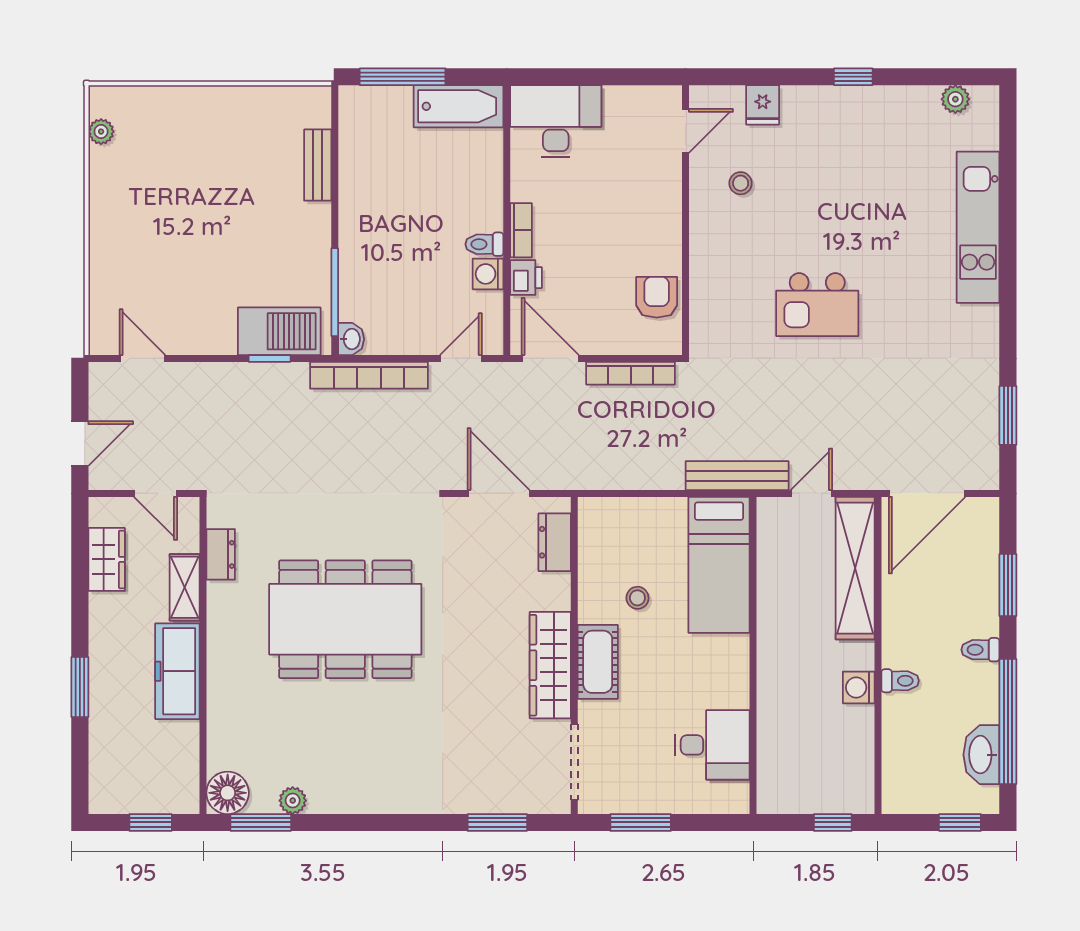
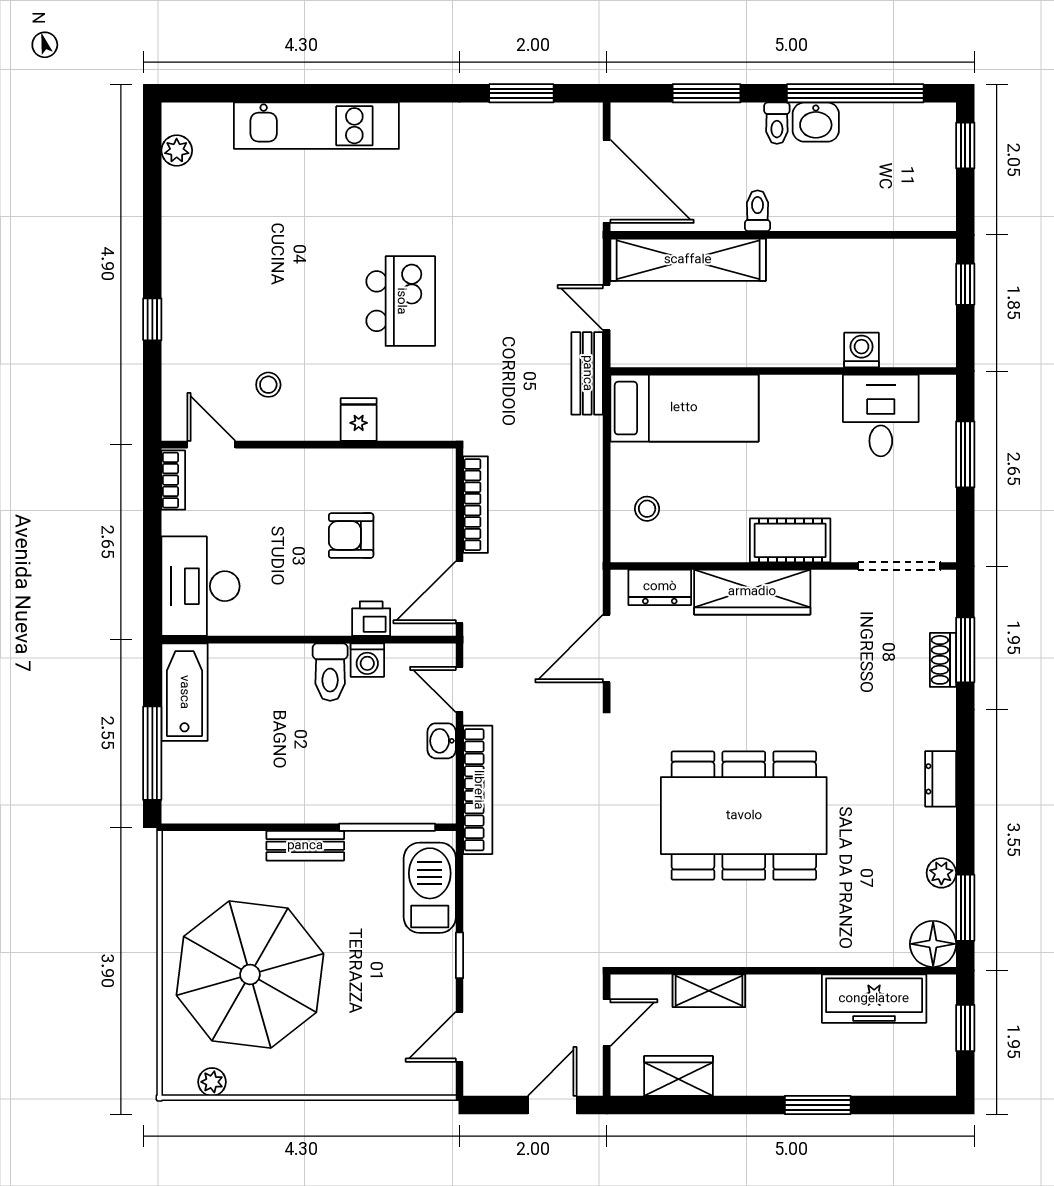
window: (853, 77) -> (152, 319), moved
fridge: (763, 105) -> (359, 419), moved, turned -90
bench: (318, 165) -> (305, 846), moved
parasol: (200, 166) -> (250, 974), added
bookcase: (521, 230) -> (173, 480), moved, turned 90
toilet: (484, 244) -> (330, 672), width x1.37, depth x1.39
armchair: (657, 297) -> (351, 536), moved
washbasin: (351, 339) -> (442, 741), moved, turned -90
window: (270, 358) -> (459, 955), moved
door: (80, 444) -> (552, 1105), hinge flipped
bench: (737, 476) -> (587, 373), width x0.73
dresser: (221, 554) -> (941, 779), moved, turned -90
stool: (637, 598) -> (647, 509), moved
dining table: (345, 619) -> (744, 816), turned 90
wardrobe: (550, 665) -> (752, 592), moved
freezer: (177, 671) -> (874, 999), moved
toilet: (900, 681) -> (758, 211), moved
washing machine: (859, 687) -> (862, 350), moved, turned 180
washbasin: (981, 755) -> (816, 122), moved, width x0.72
shoe rack: (488, 802) -> (943, 660), added
window: (641, 822) -> (965, 454), moved

